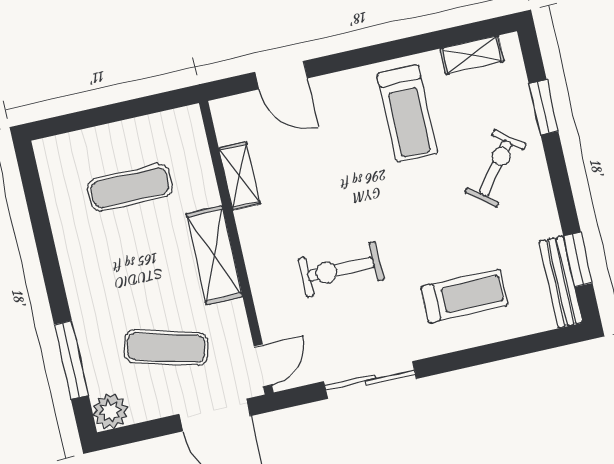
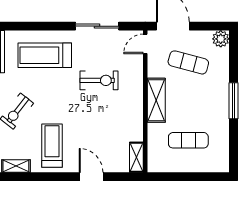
door: (281, 75) -> (91, 177), moved
shelving: (239, 176) -> (136, 157), moved
treadmill: (464, 296) -> (45, 55), width x1.37, depth x1.38
window: (71, 360) -> (233, 101), moved

